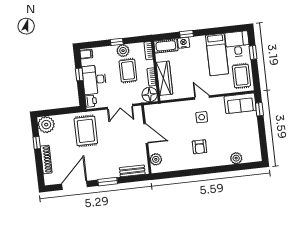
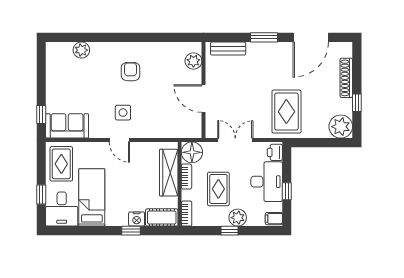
plant: (123, 51) -> (238, 218), moved

